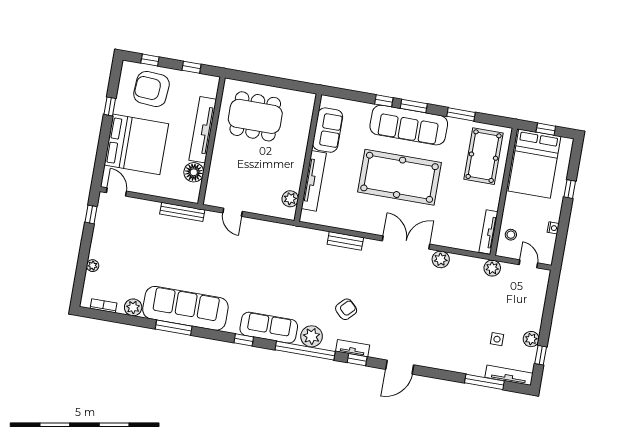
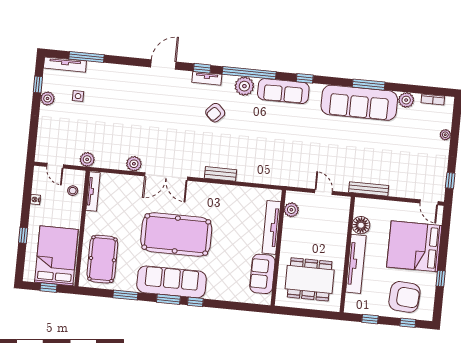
sofa: (328, 130) -> (262, 274), moved
wall: (308, 158) -> (278, 248), moved
tv unit: (314, 181) -> (271, 227), moved
plant: (290, 199) -> (291, 210), moved

